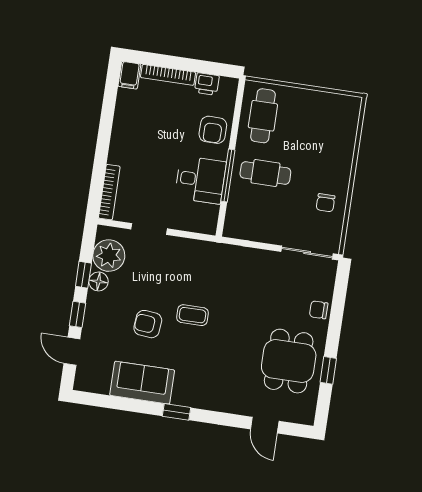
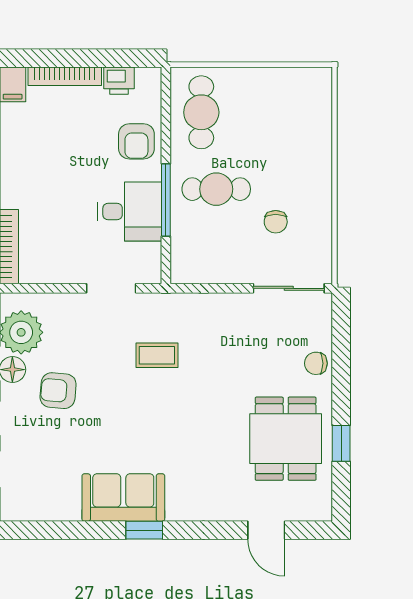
chair: (326, 203) -> (276, 222), moved
doorway: (149, 229) -> (111, 288), moved
coffee table: (193, 315) -> (157, 355), moved
armchair: (148, 324) -> (58, 391), moved
sofa: (142, 383) -> (123, 498), moved

